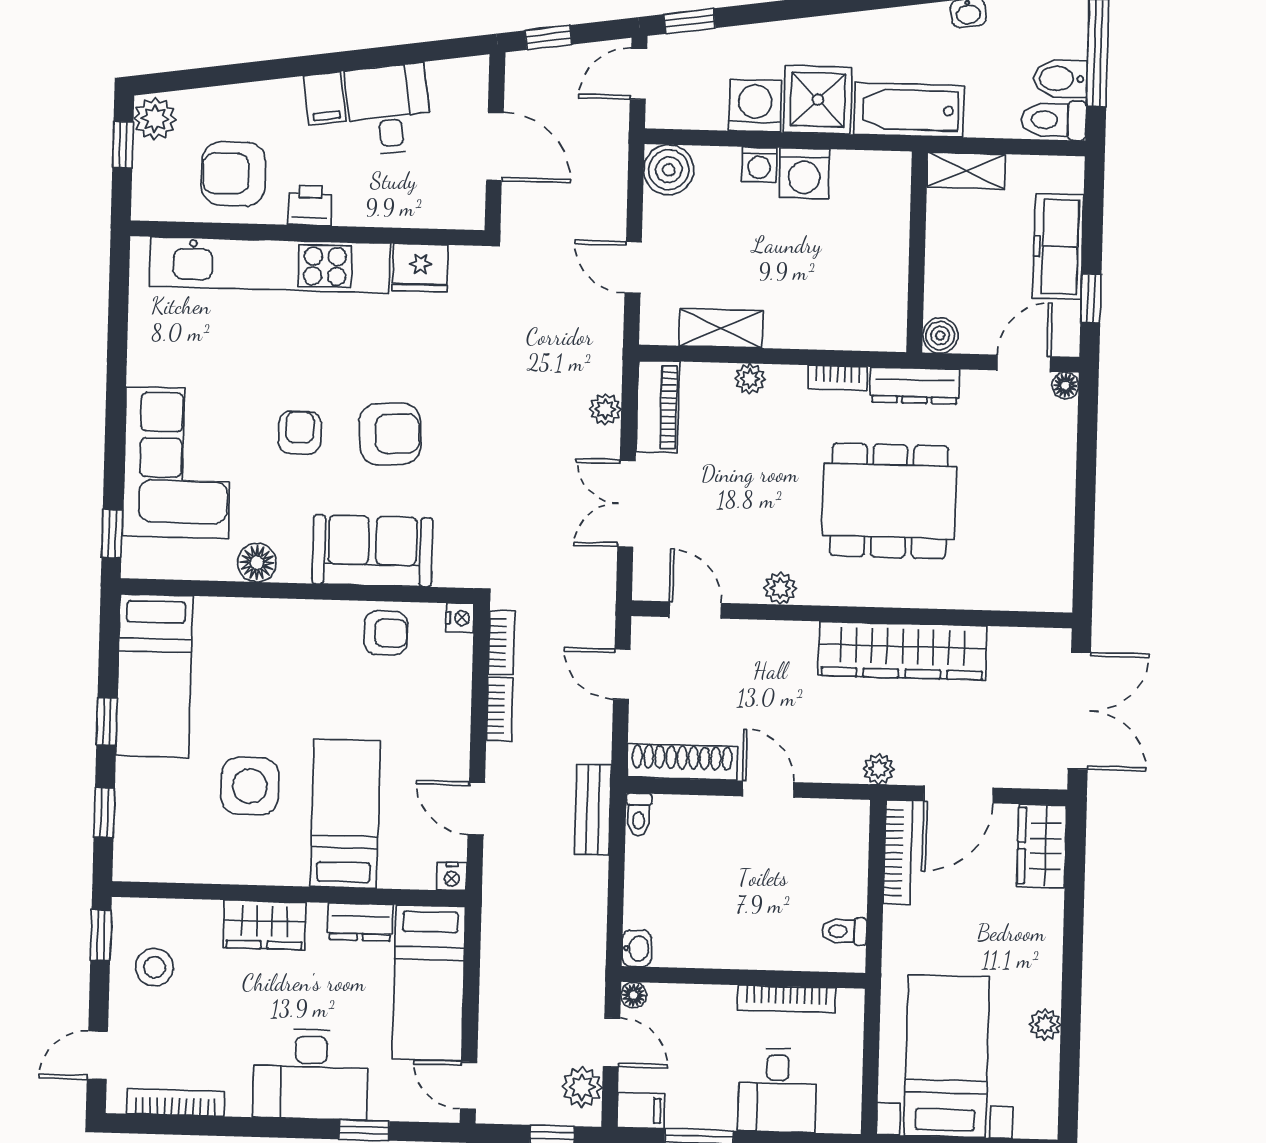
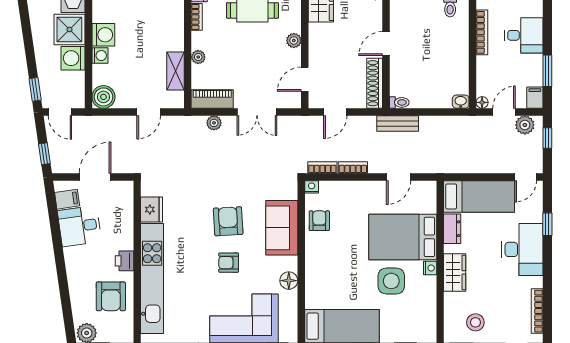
filing cabinet: (325, 98) -> (67, 199), moved
bed: (345, 814) -> (403, 237), width x1.50
nightstand: (452, 876) -> (430, 268), moved

